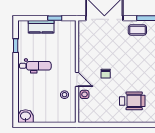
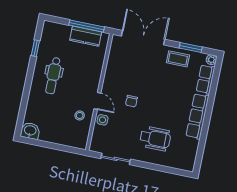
window: (55, 18) -> (87, 26), width x2.17
kitchen counter: (41, 27) -> (86, 36), moved
dental chair: (35, 66) -> (53, 76), turned 90
sliding door: (102, 125) -> (116, 159), added

